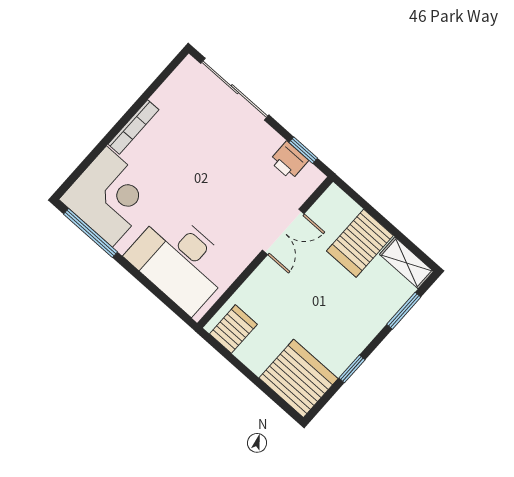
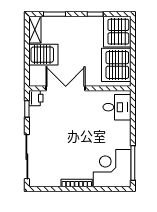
printer: (289, 161) -> (36, 98), moved
double door: (283, 232) -> (66, 88), width x1.37
desk: (180, 261) -> (117, 107), width x0.53, depth x0.77
server rack: (233, 329) -> (116, 65), width x2.18, depth x1.44

